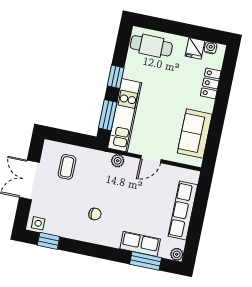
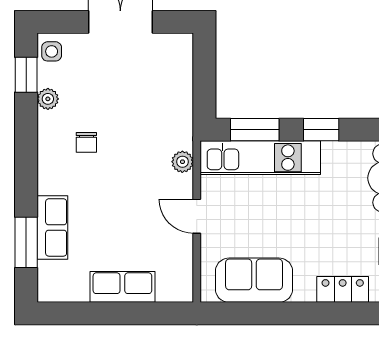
coffee table: (67, 167) -> (155, 80), removed
row of seats: (183, 211) -> (122, 287), width x0.68
plant: (177, 254) -> (48, 99), moved

